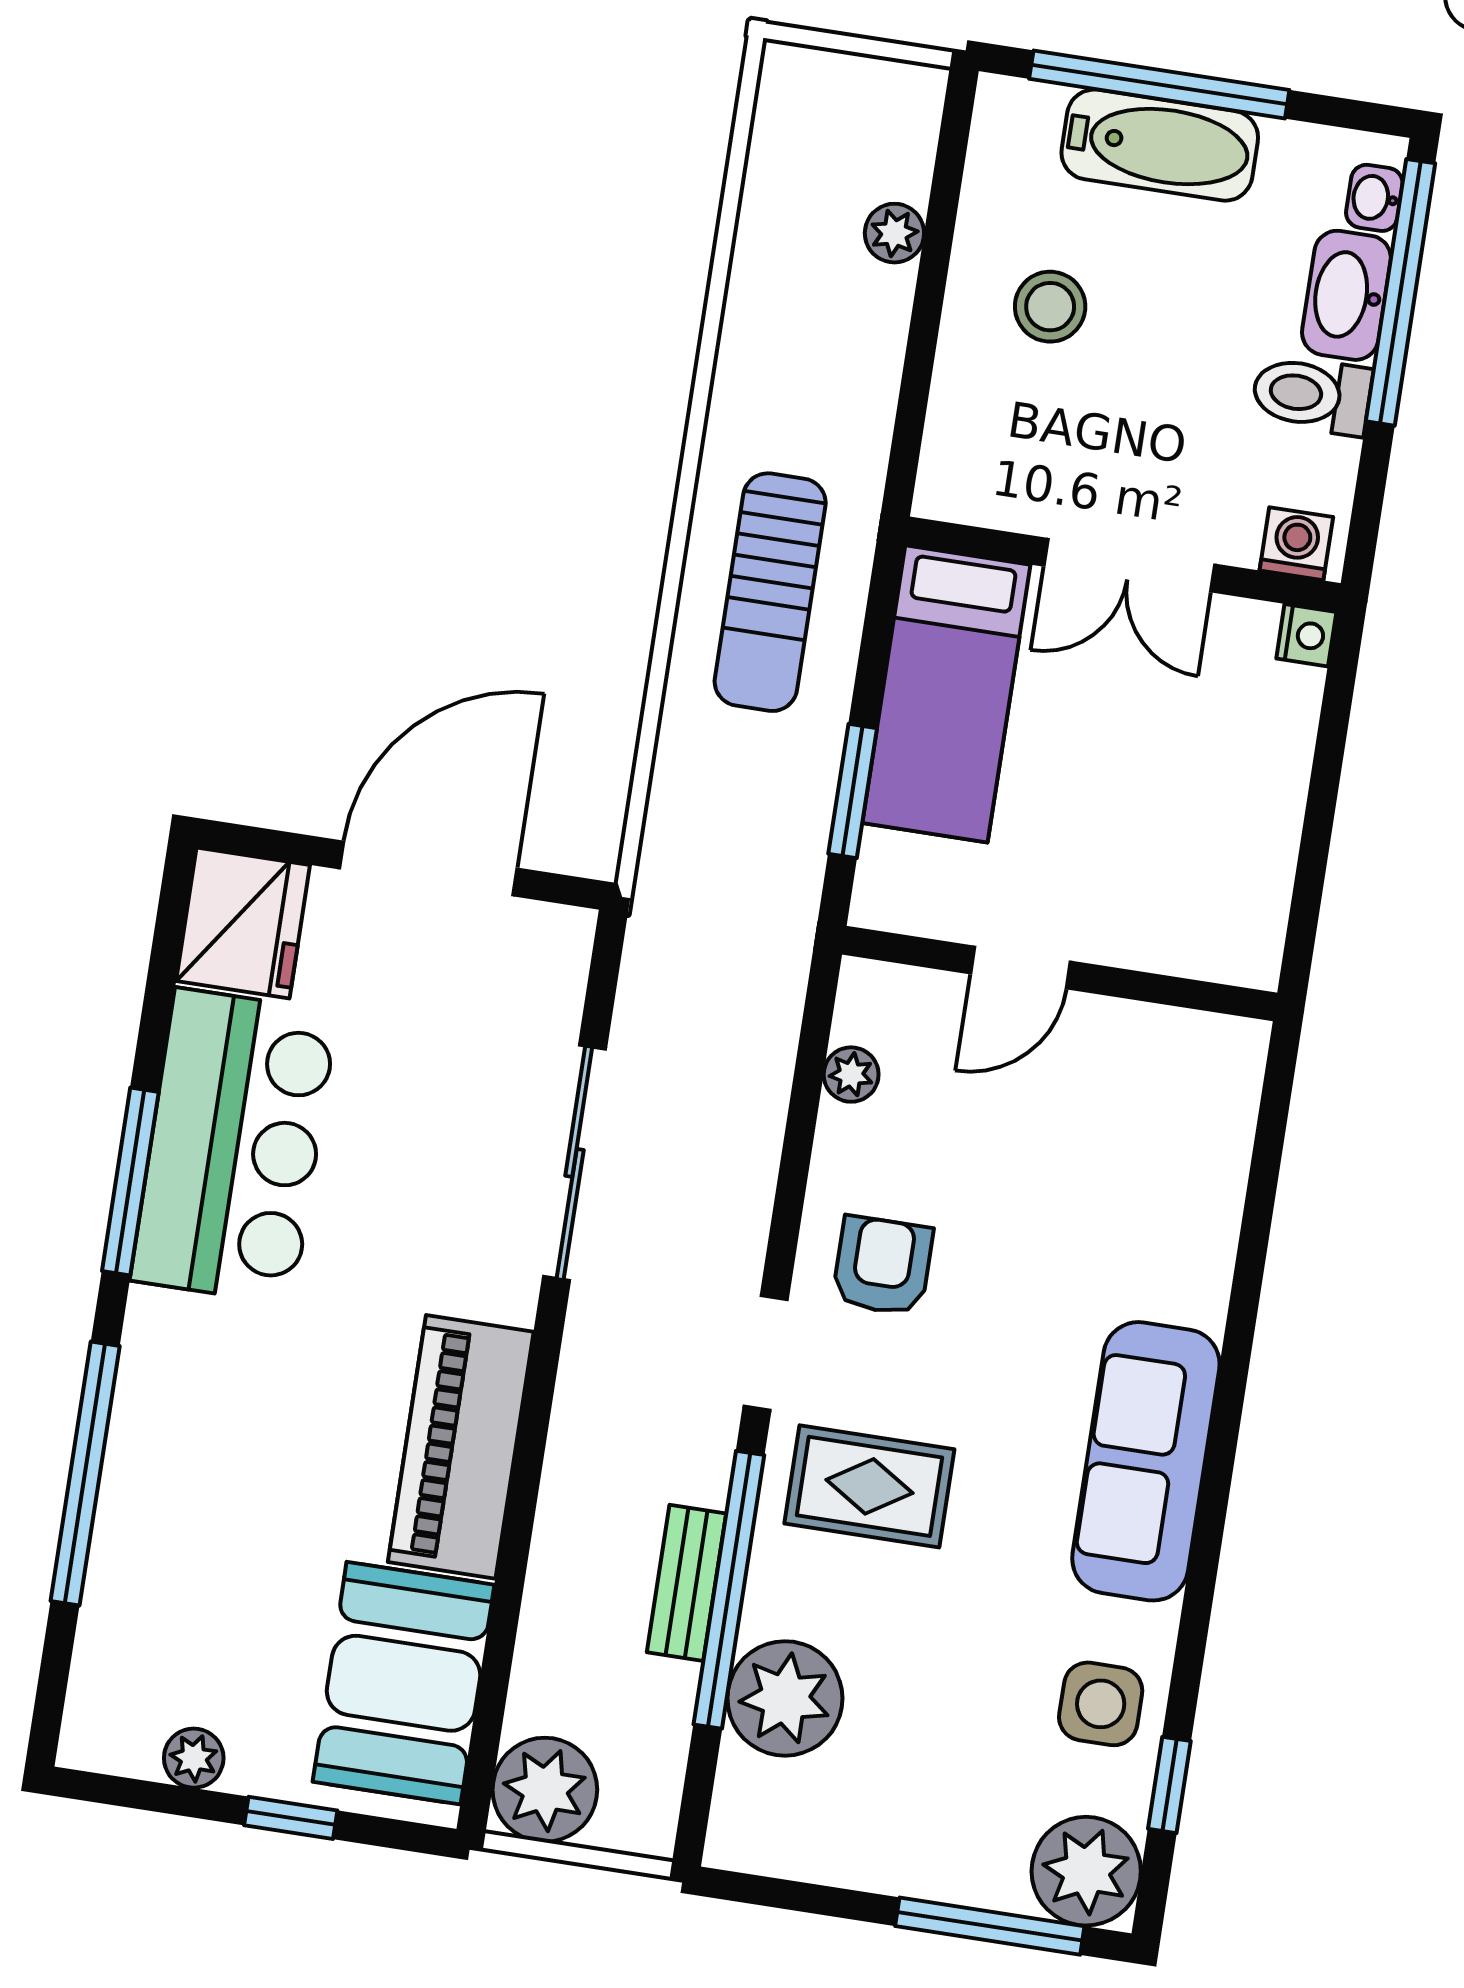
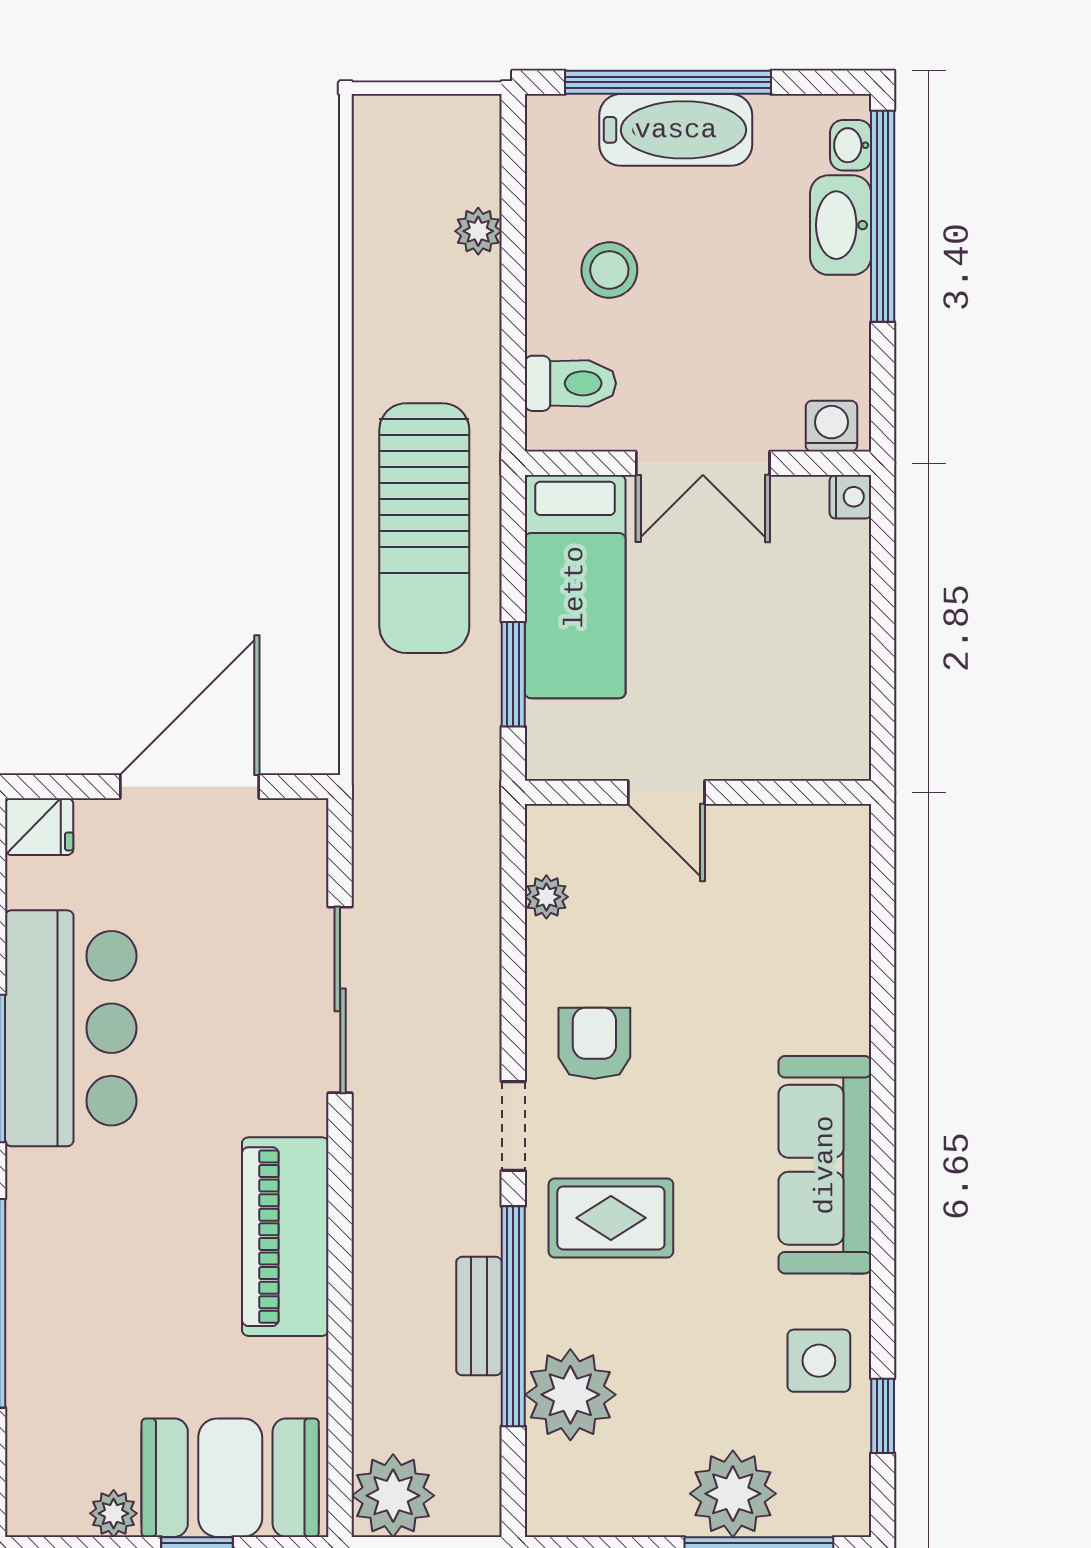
toilet: (1312, 395) -> (570, 383), moved, turned 180
sun lounger: (770, 592) -> (424, 528), width x1.36, depth x1.34
fridge: (243, 923) -> (39, 827), width x0.53, depth x0.75
door: (1020, 967) -> (666, 792), hinge flipped
booth: (404, 1683) -> (230, 1478), moved, turned 90
plant: (1086, 1871) -> (733, 1494), moved

